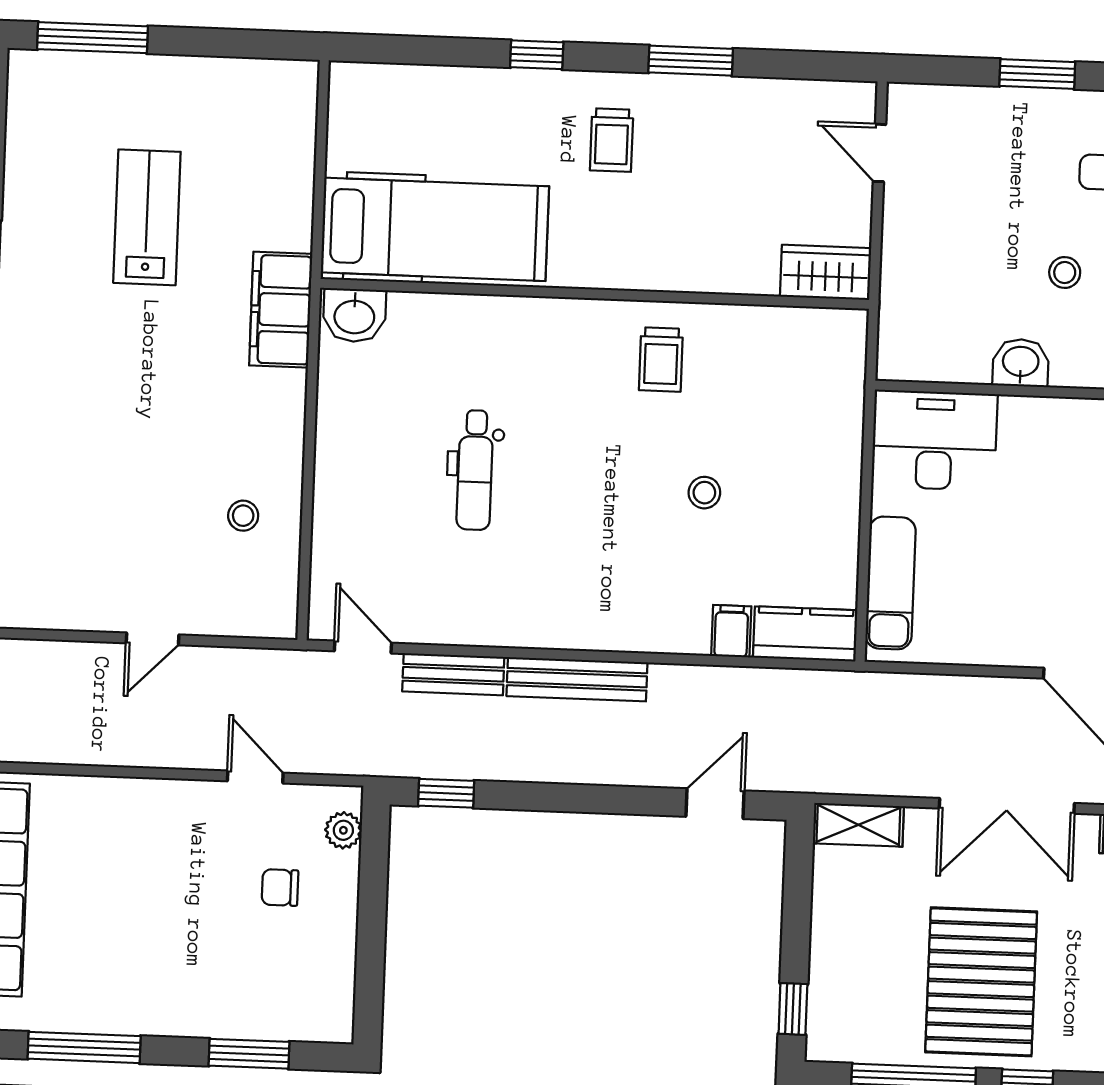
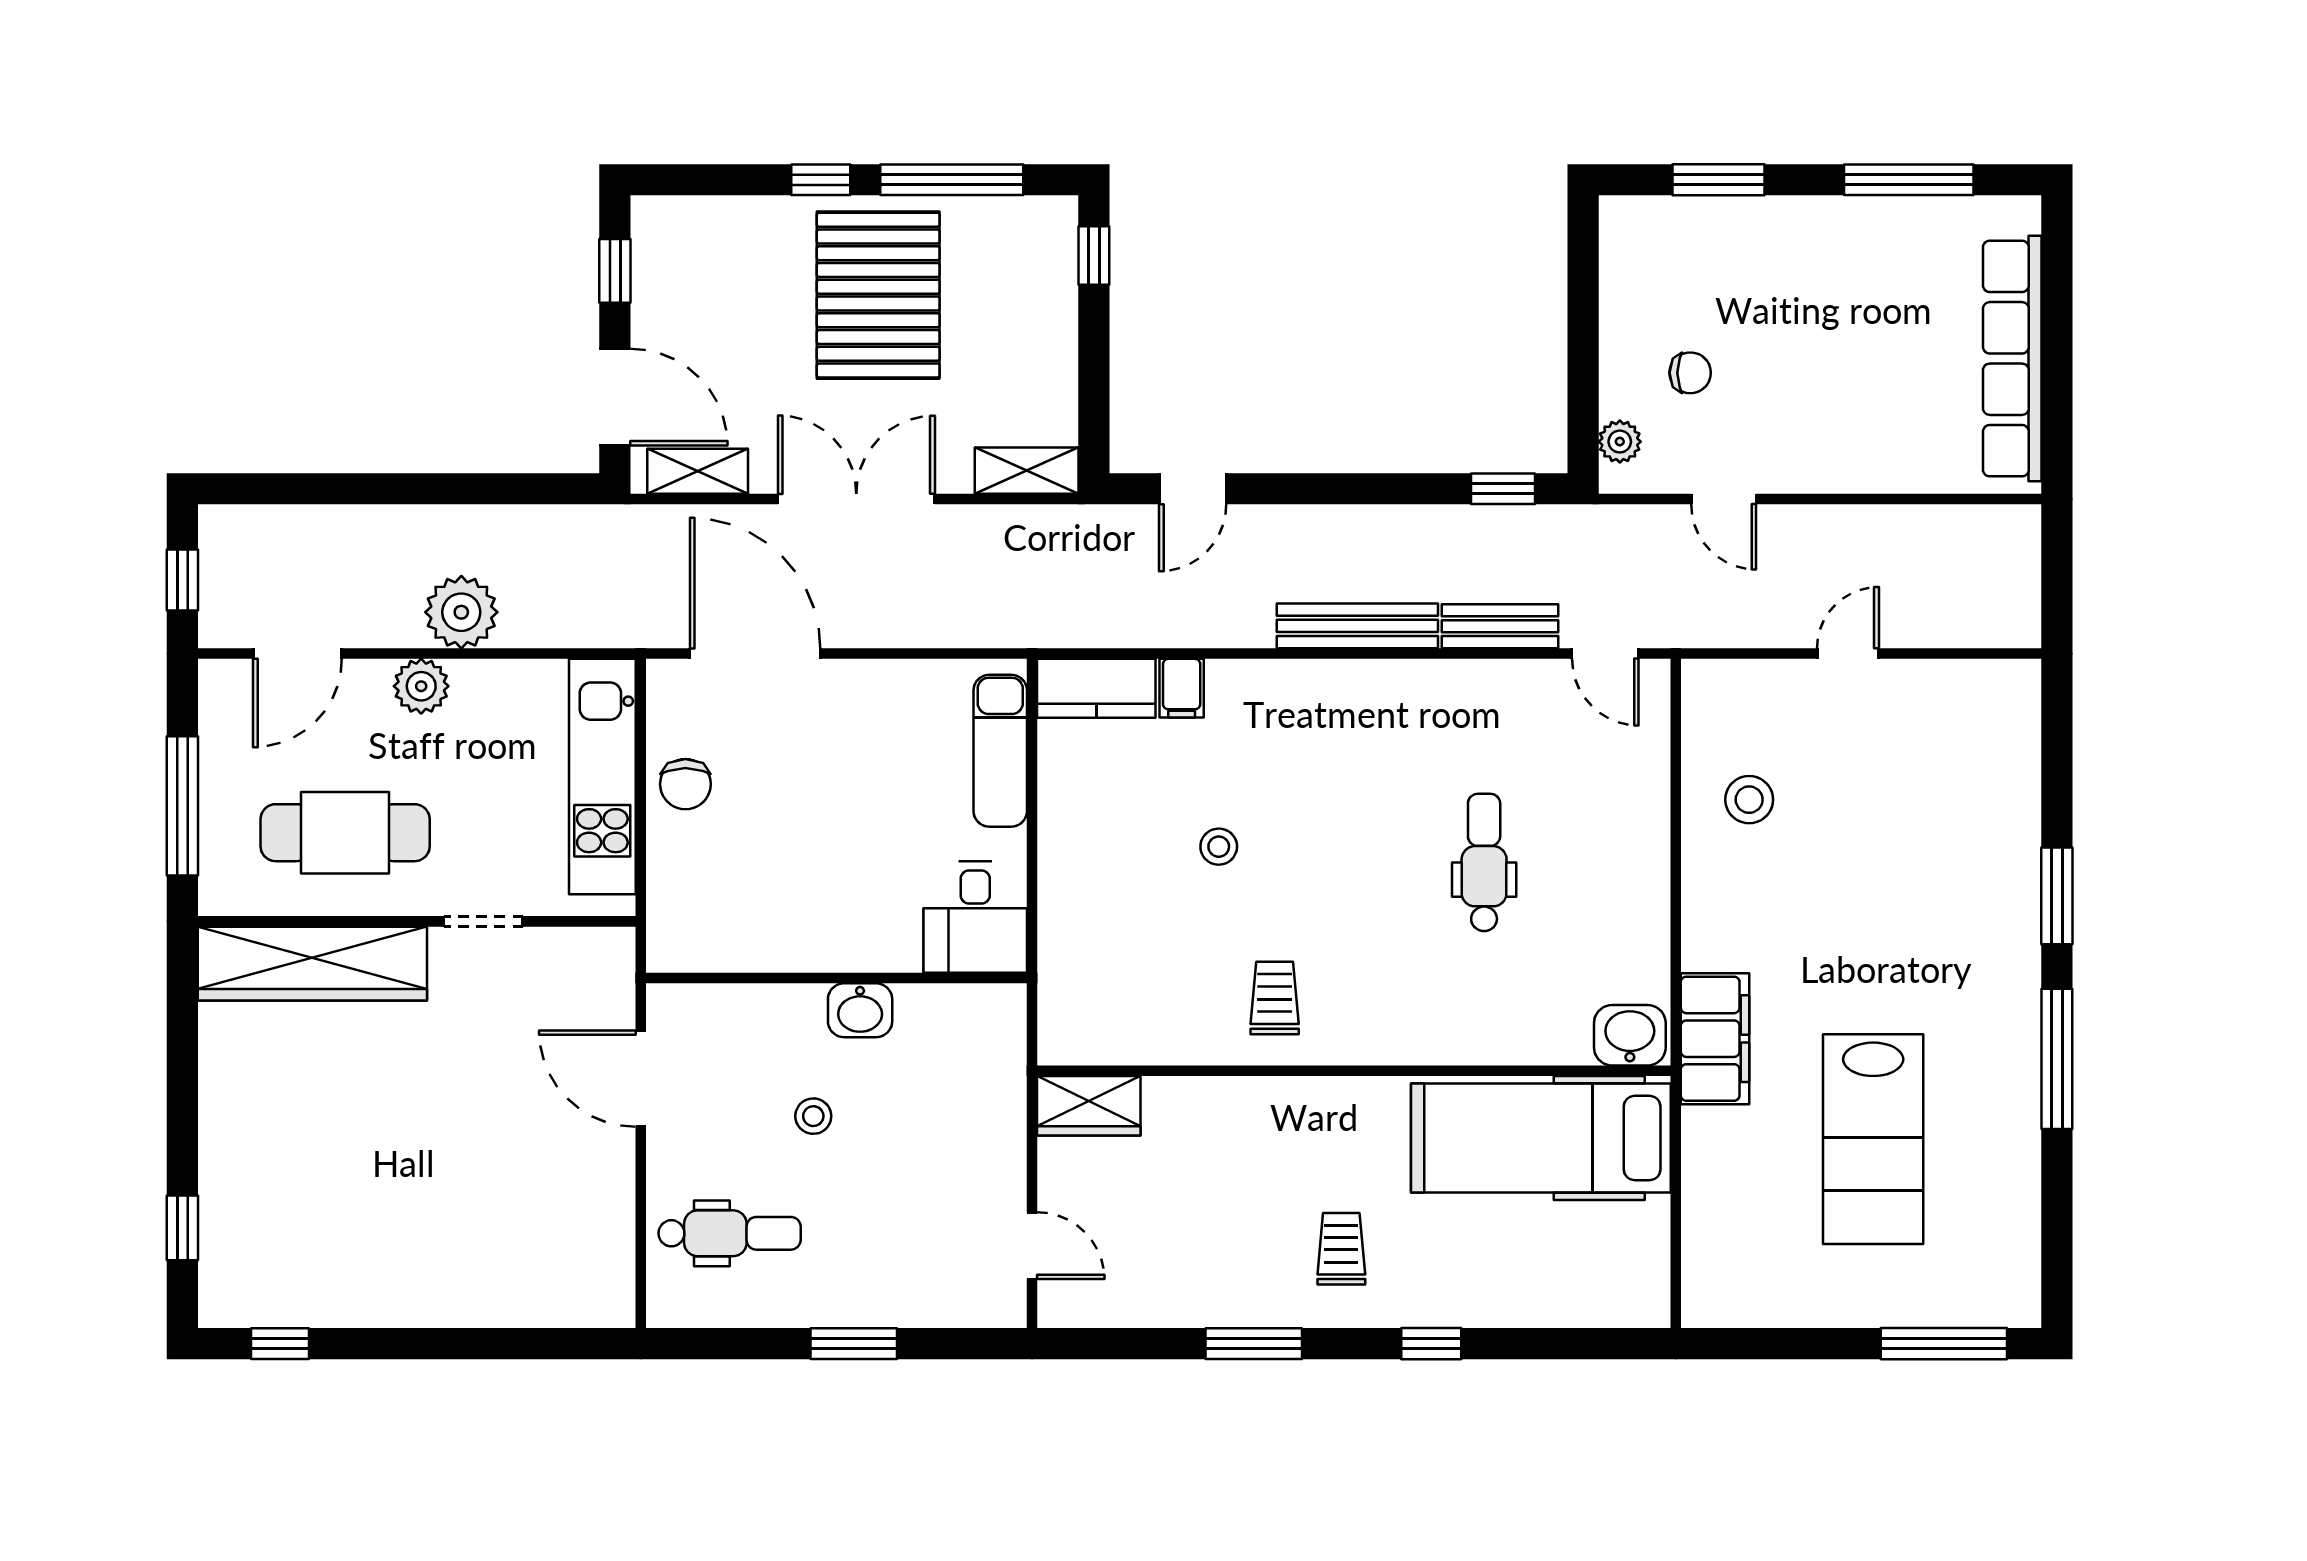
lab bench: (147, 217) -> (1873, 1139), width x1.36, depth x1.39
desk: (934, 440) -> (975, 917), width x0.73
stool: (243, 516) -> (1749, 800), width x1.37, depth x1.37

